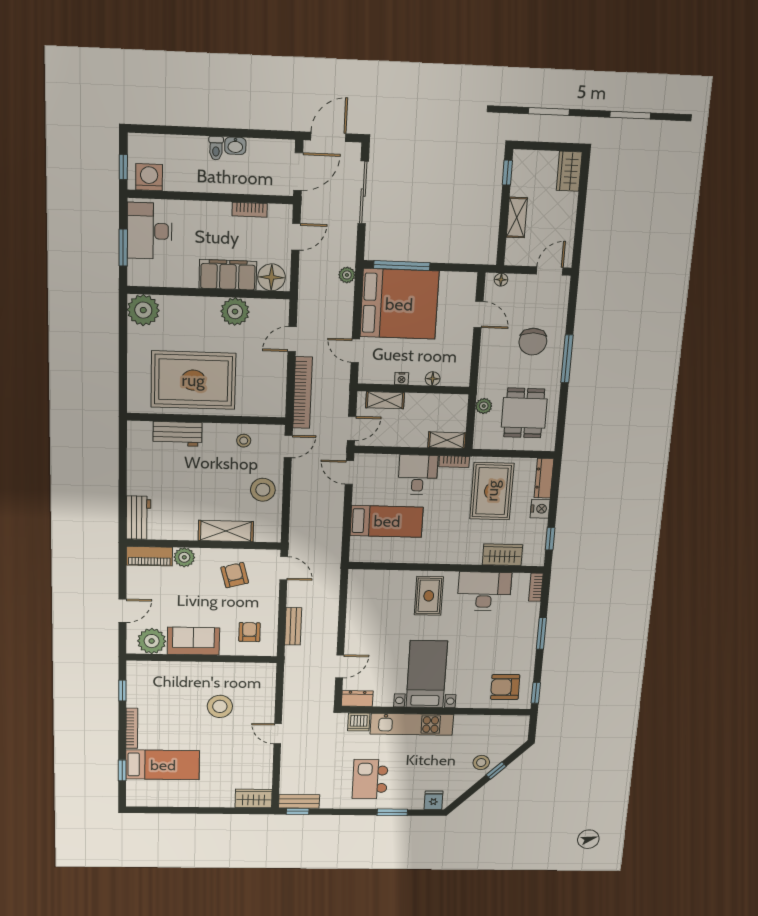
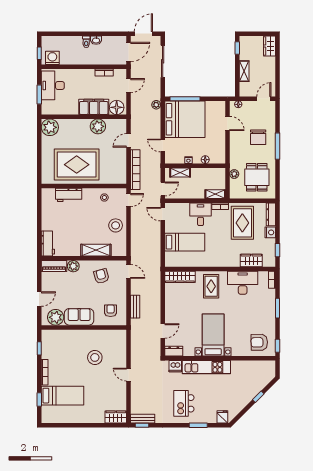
wardrobe: (375, 579) -> (180, 277), added
stool: (481, 763) -> (249, 392), removed

